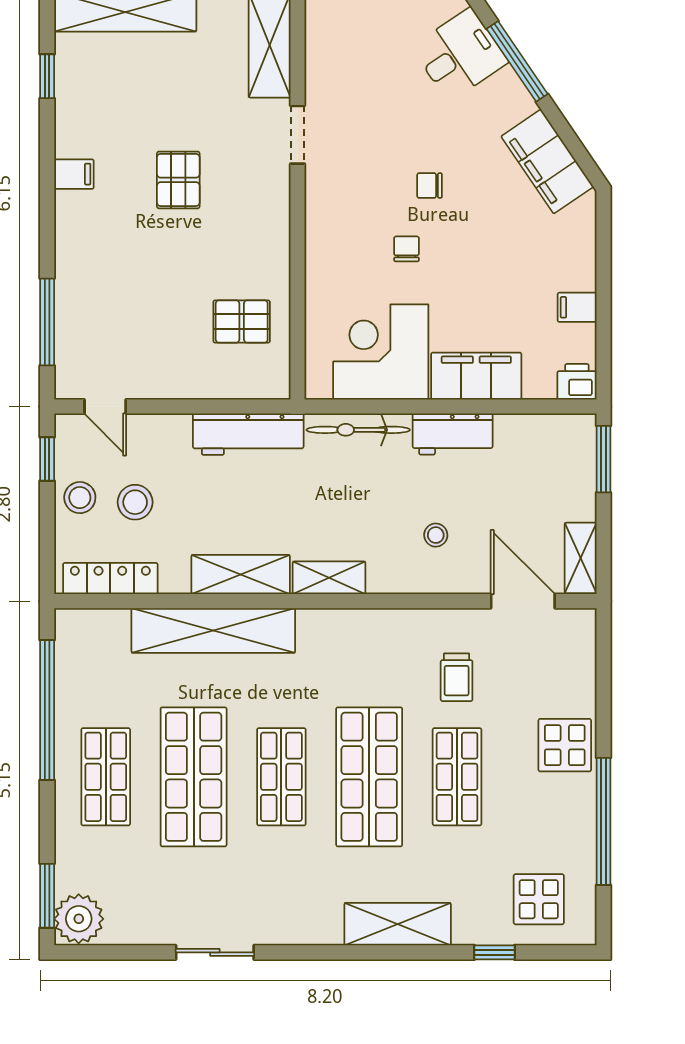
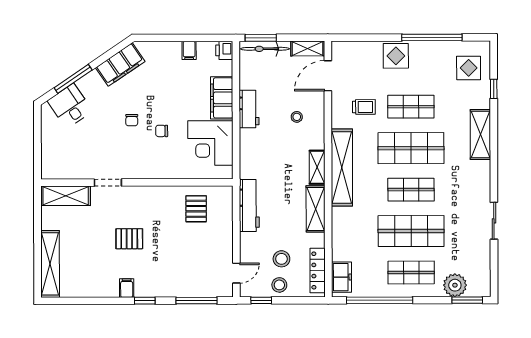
window: (47, 76) -> (145, 301), moved
bicycle: (358, 430) -> (265, 49), moved, turned 90
freezer: (96, 629) -> (341, 277), added
shelving: (213, 630) -> (342, 167), moved
plant: (79, 919) -> (455, 285), moved

